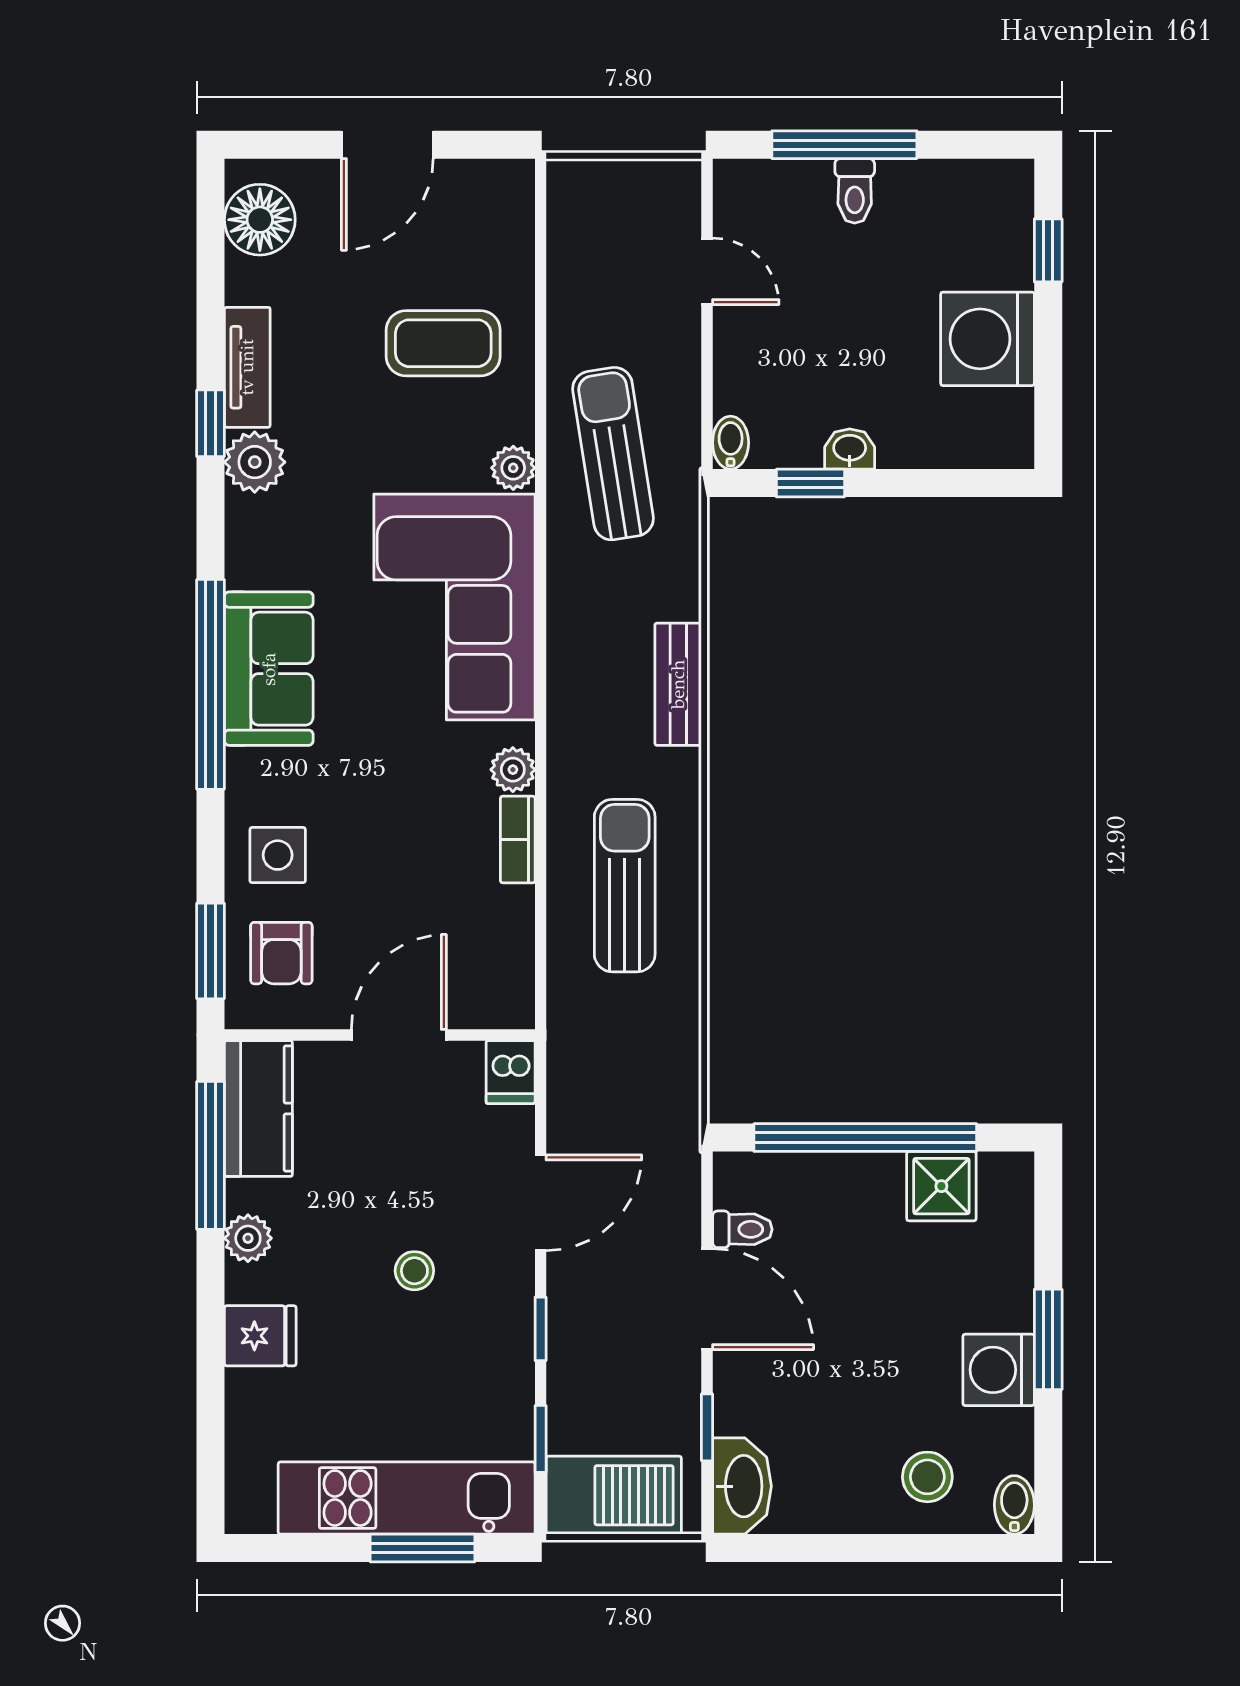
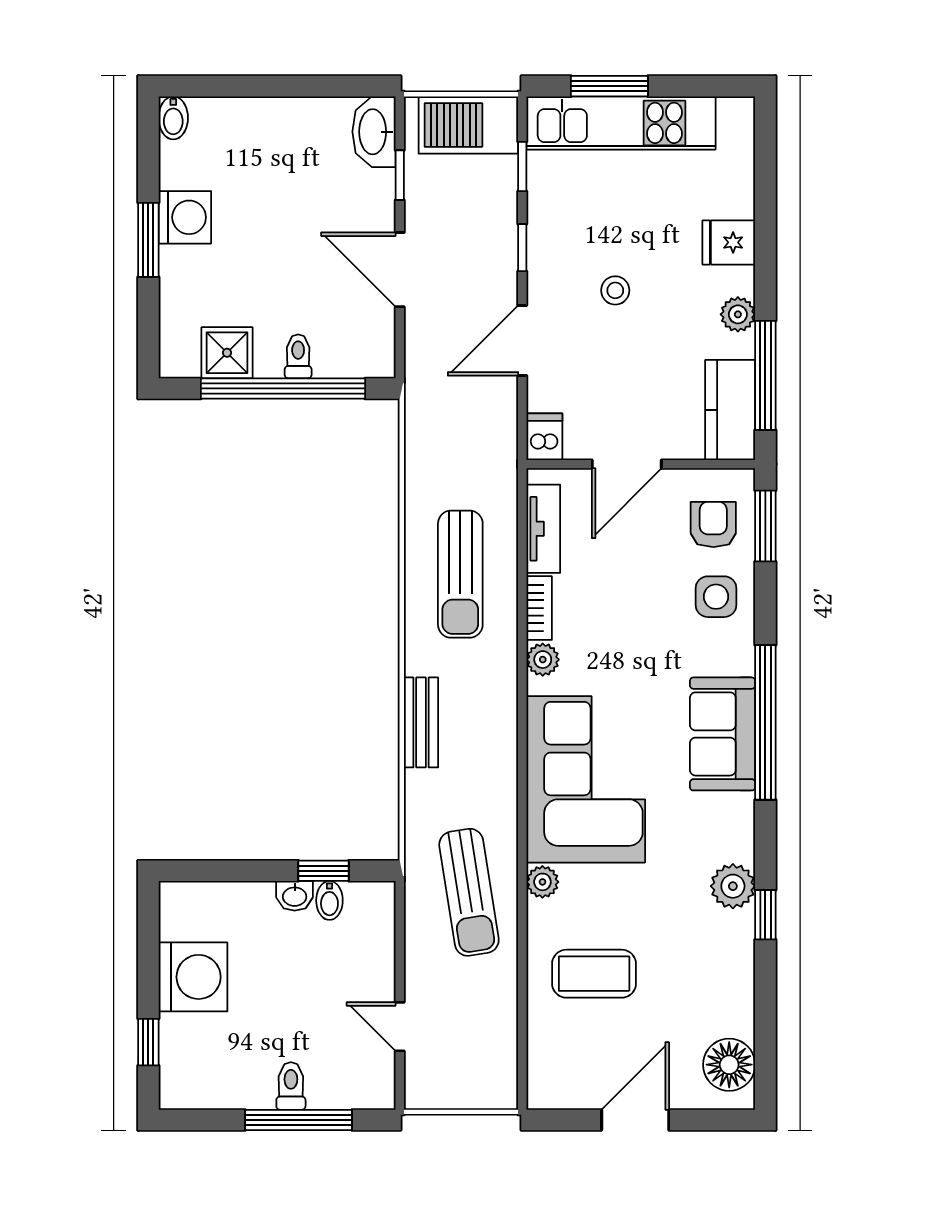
tv unit: (247, 367) -> (543, 529), moved, turned 180
bidet: (731, 443) -> (329, 900), moved
toilet: (742, 1229) -> (298, 356), moved, turned 90
stool: (927, 1477) -> (237, 139), removed

